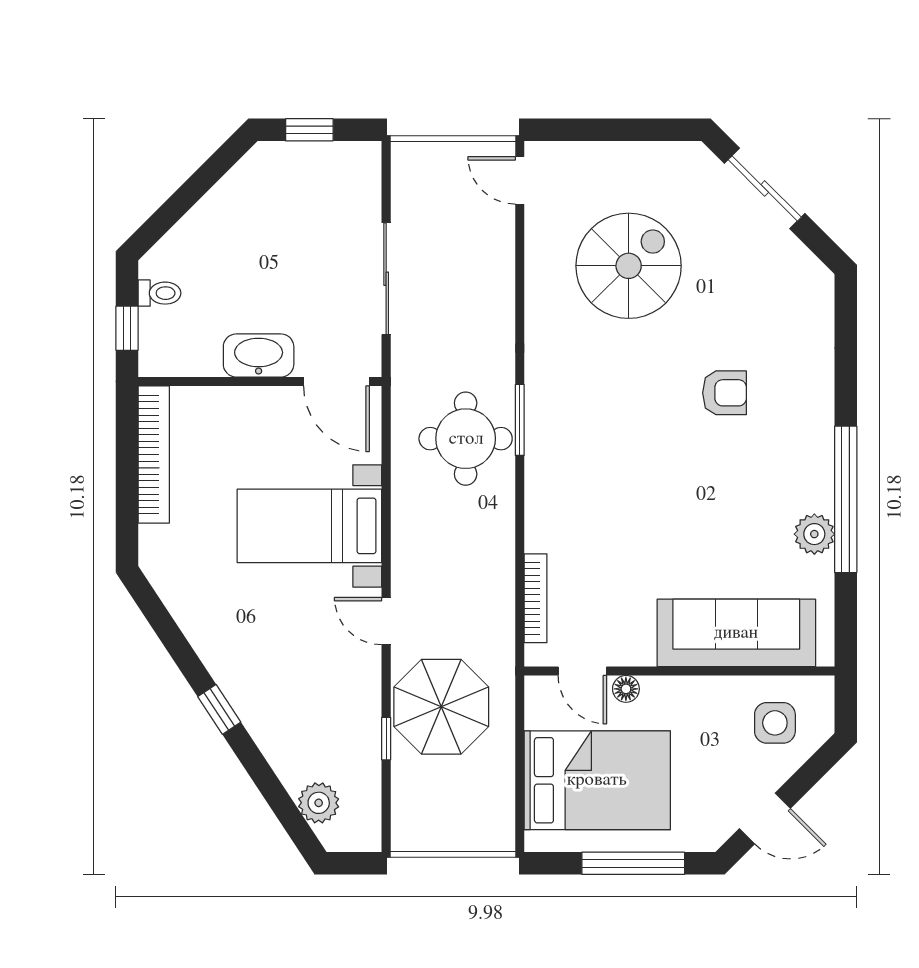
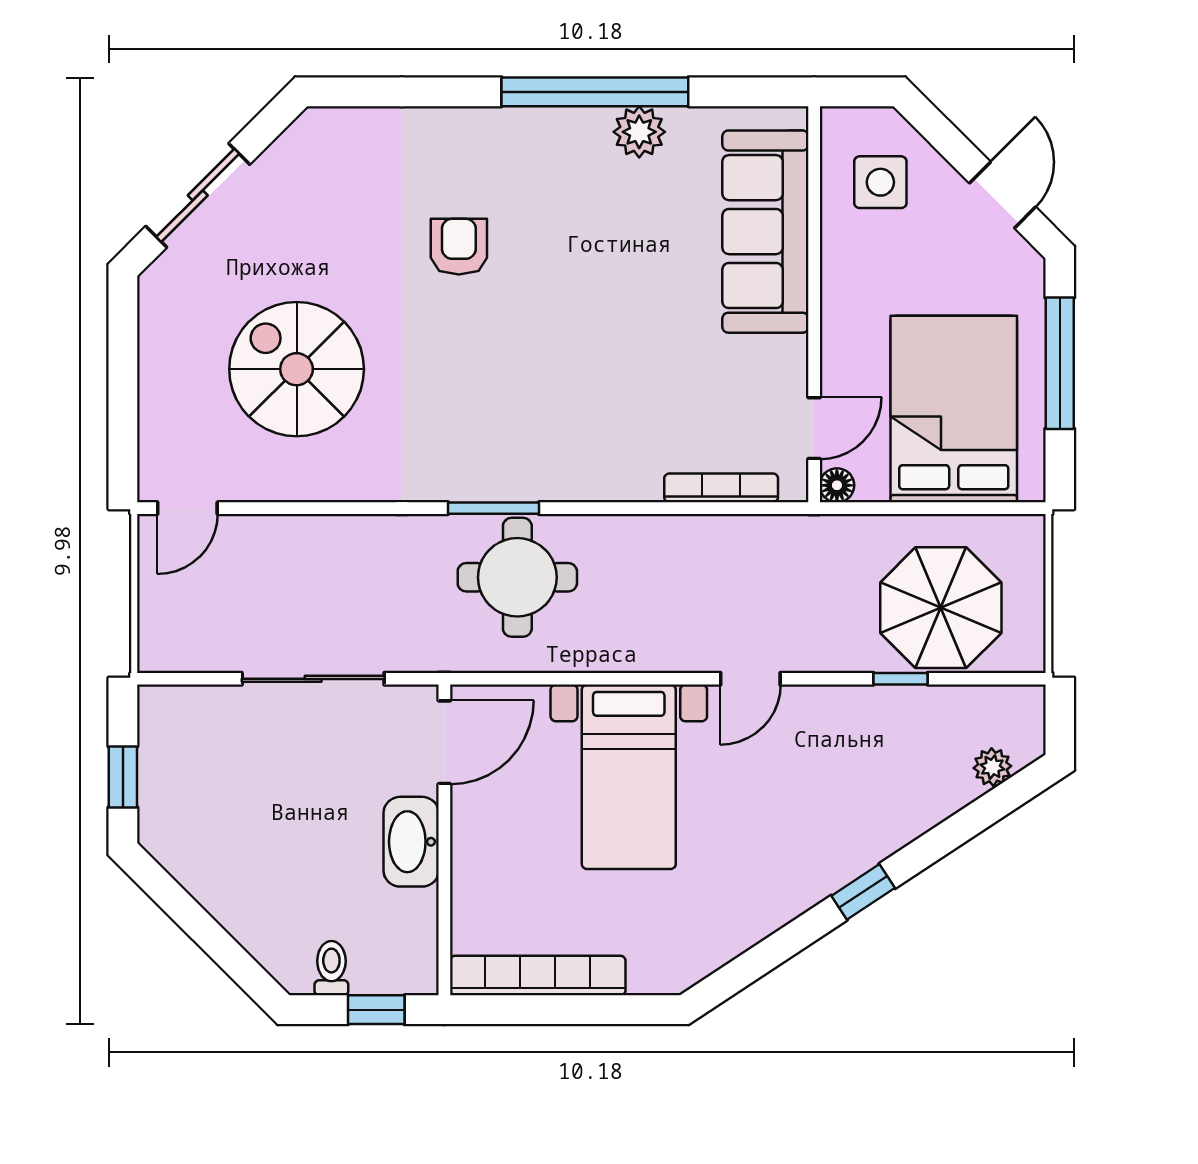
floor lamp: (626, 689) -> (837, 485), moved
parasol: (441, 707) -> (941, 608), moved
plant: (319, 803) -> (992, 767), width x0.73, depth x0.73

